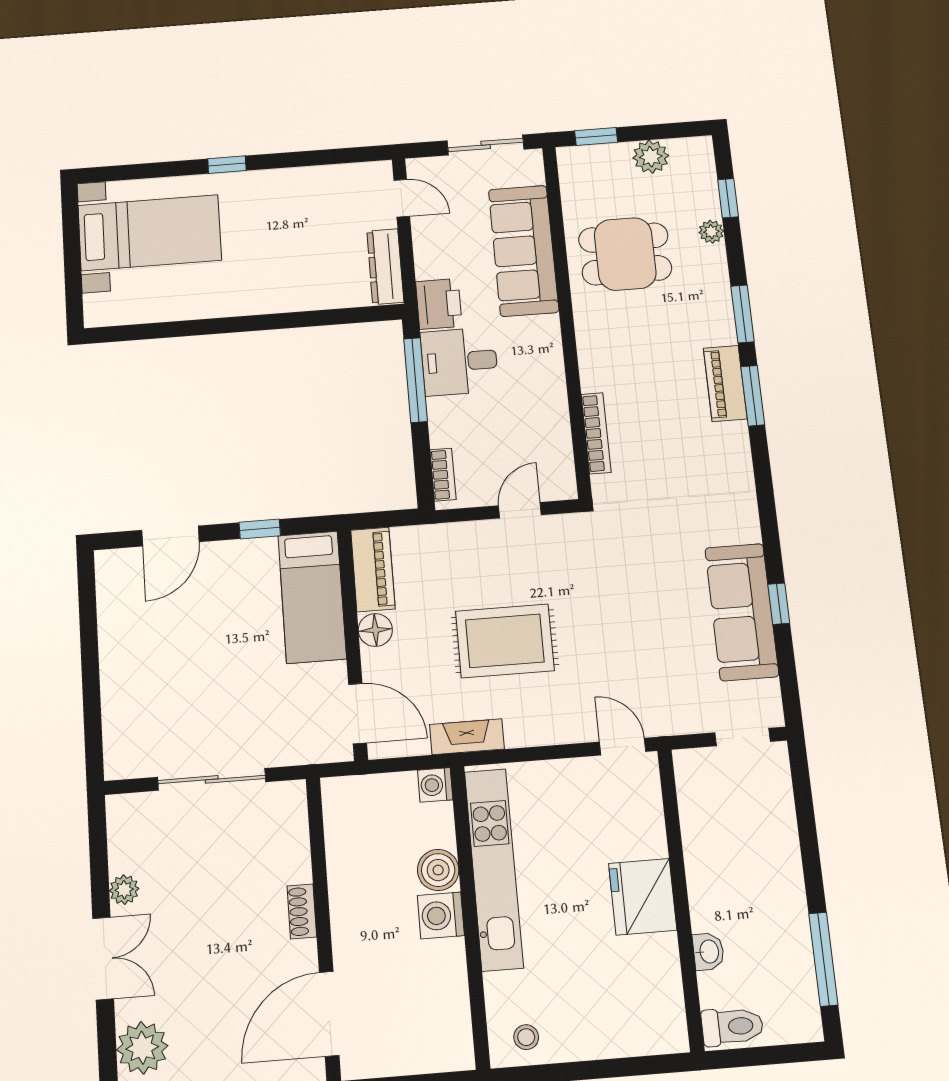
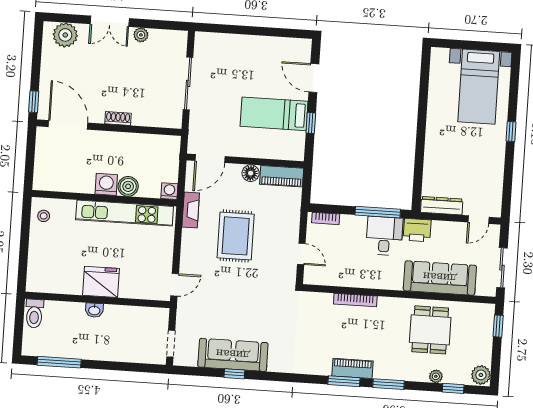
plant: (651, 157) -> (481, 375), moved
bookcase: (596, 433) -> (355, 300), moved
bed: (312, 597) -> (274, 114), moved
washbasin: (708, 952) -> (94, 310), moved

